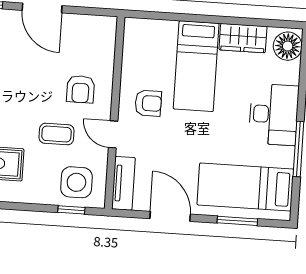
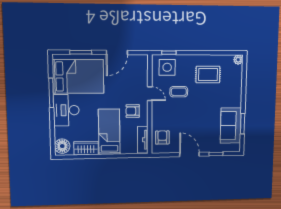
armchair: (81, 89) -> (162, 137), moved
tv unit: (123, 183) -> (143, 140), moved
bed: (245, 187) -> (78, 76), width x1.50
door: (170, 216) -> (117, 52), hinge flipped

